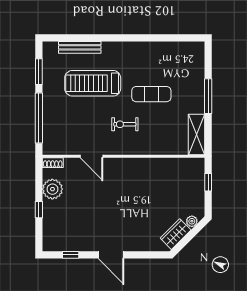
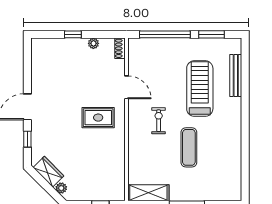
door: (92, 156) -> (126, 87), swing flipped
rug: (122, 184) -> (98, 118), added
plant: (52, 189) -> (93, 43), width x0.53, depth x0.53
window: (71, 255) -> (27, 139), moved

